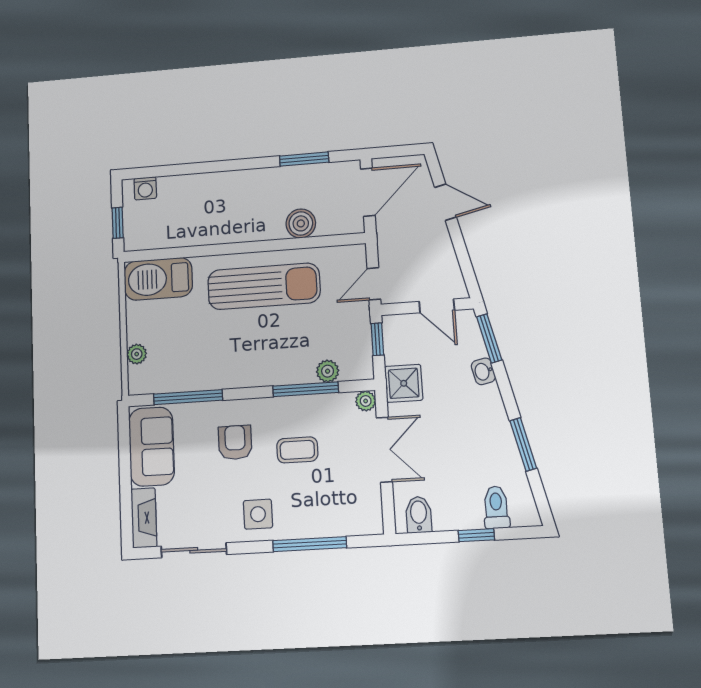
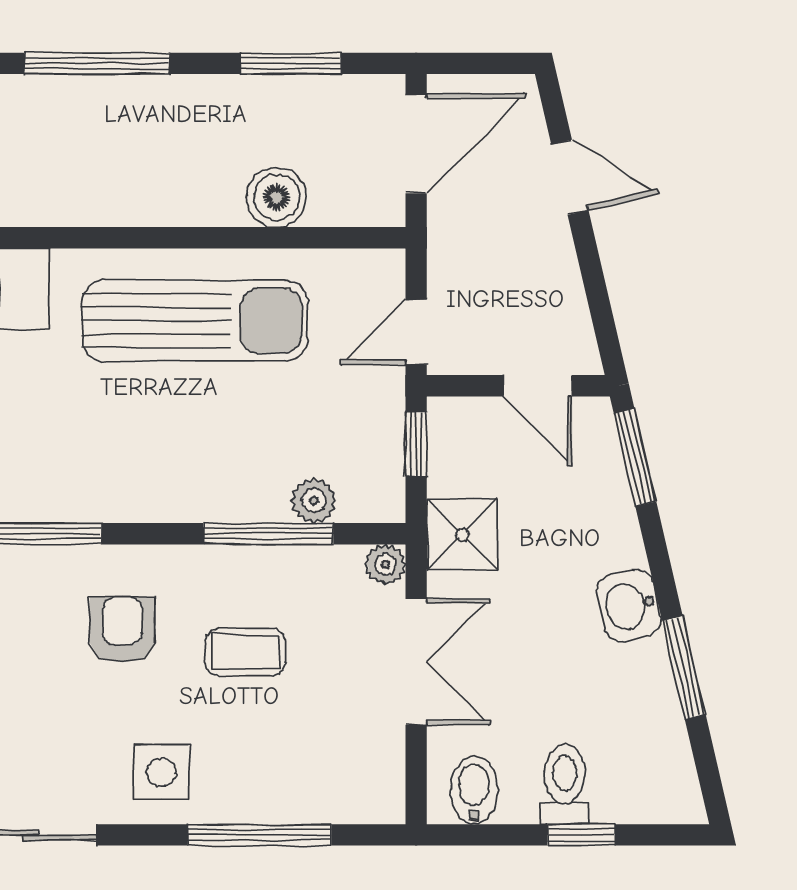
window: (211, 167) -> (97, 63), added
washbasin: (483, 371) -> (629, 606), moved, width x1.38, depth x1.45
toilet: (496, 507) -> (565, 784), moved

